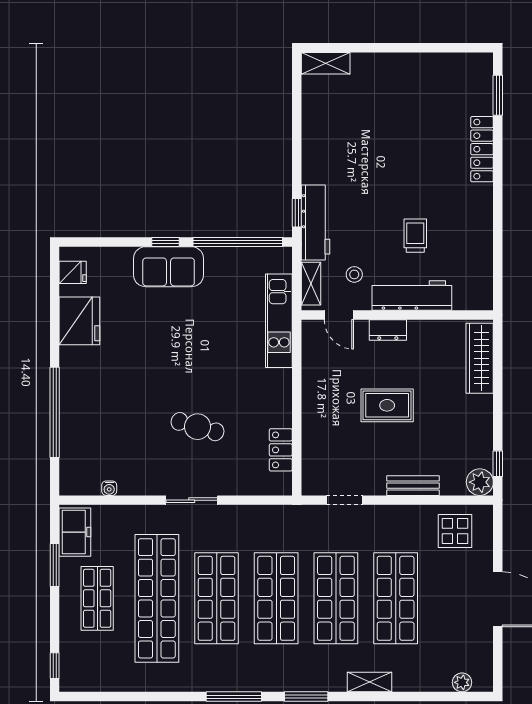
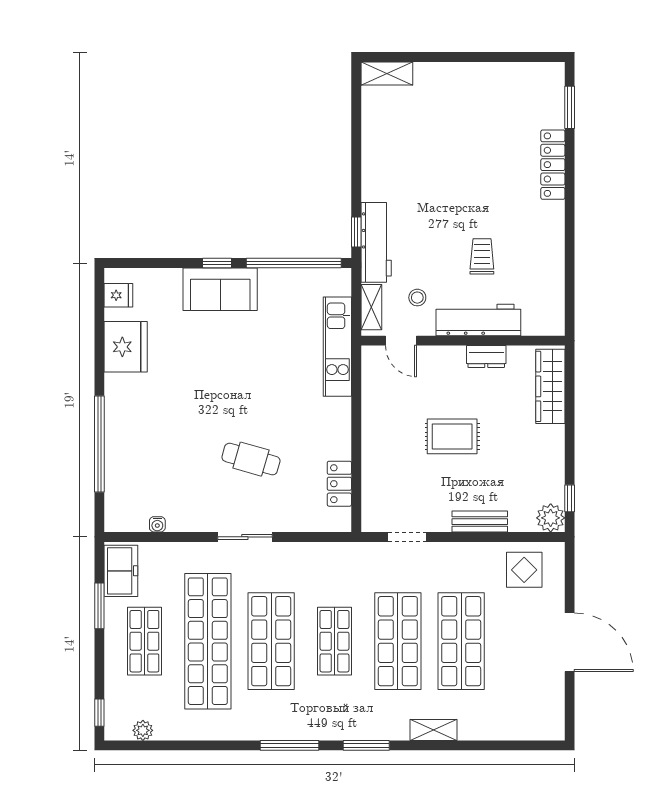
dresser: (388, 330) -> (486, 357), moved
shop shelf: (276, 598) -> (334, 641), width x0.70, depth x0.74
plant: (462, 682) -> (143, 730), moved

